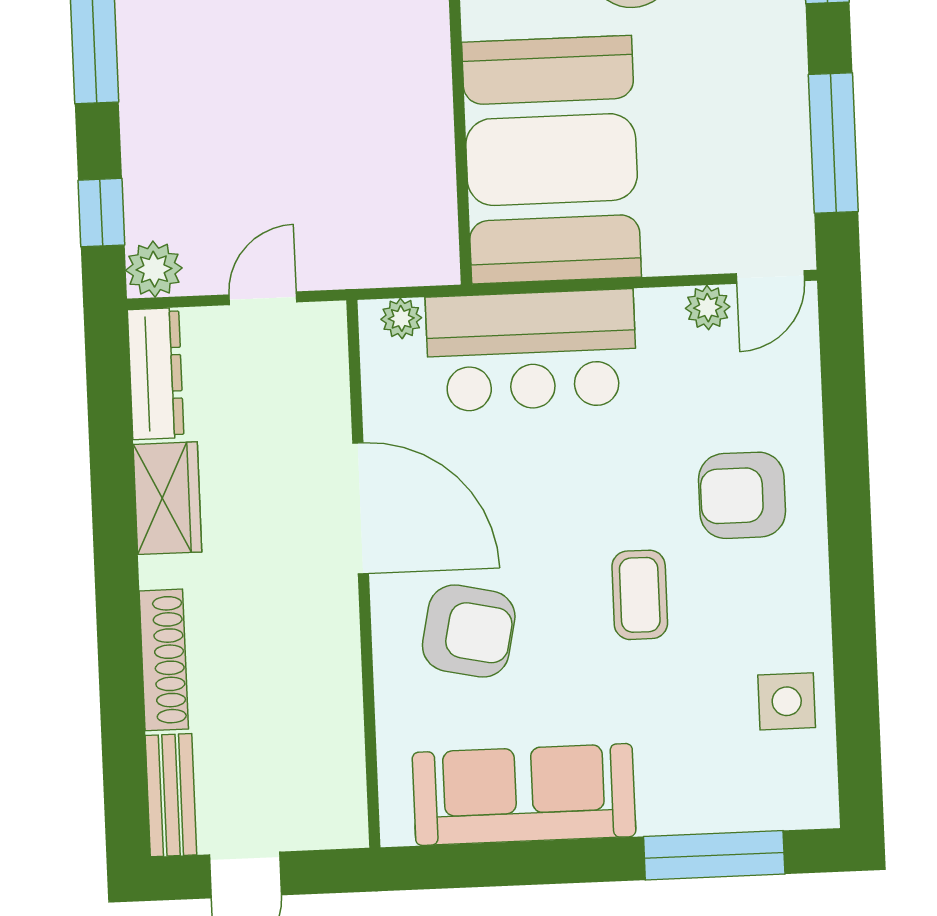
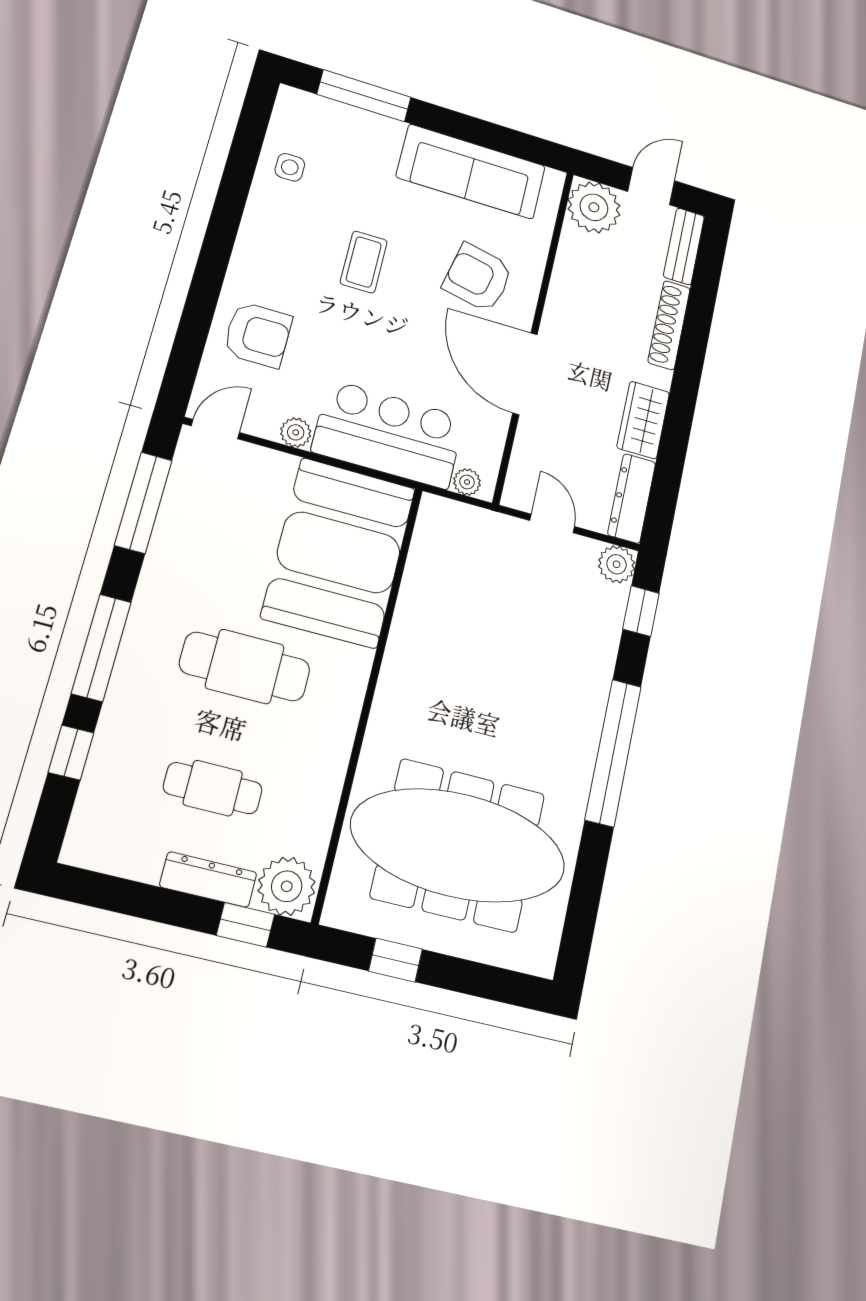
door: (263, 298) -> (552, 523), swing flipped
plant: (708, 308) -> (296, 432), moved
armchair: (742, 495) -> (258, 335), moved
side table: (787, 701) -> (290, 167), width x0.73, depth x0.73
plant: (325, 807) -> (594, 207), added

